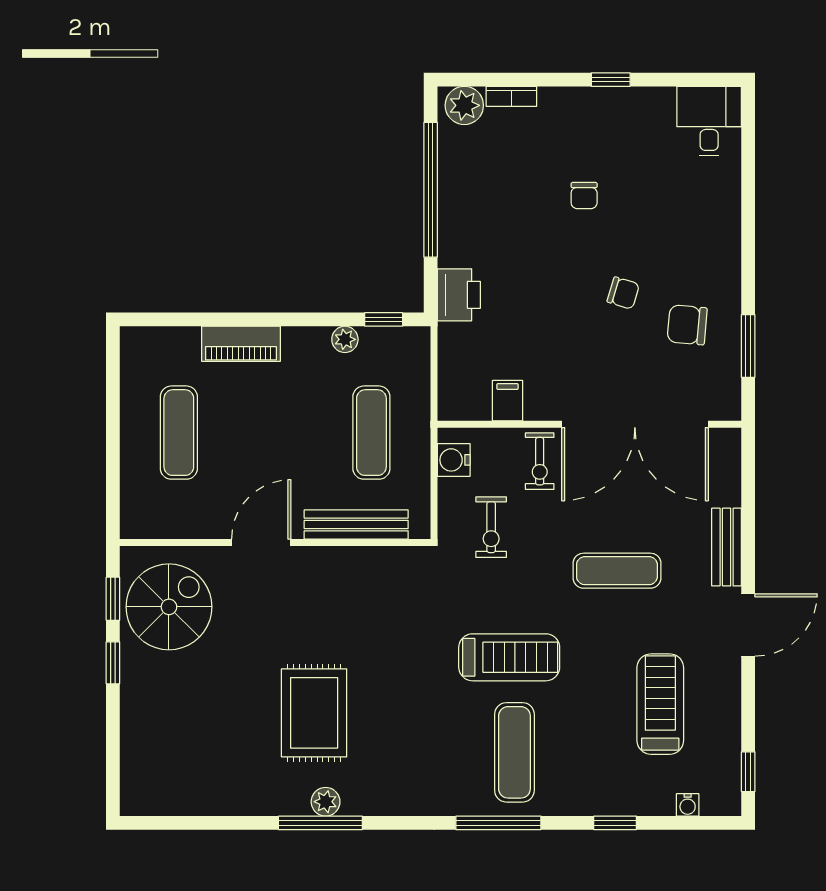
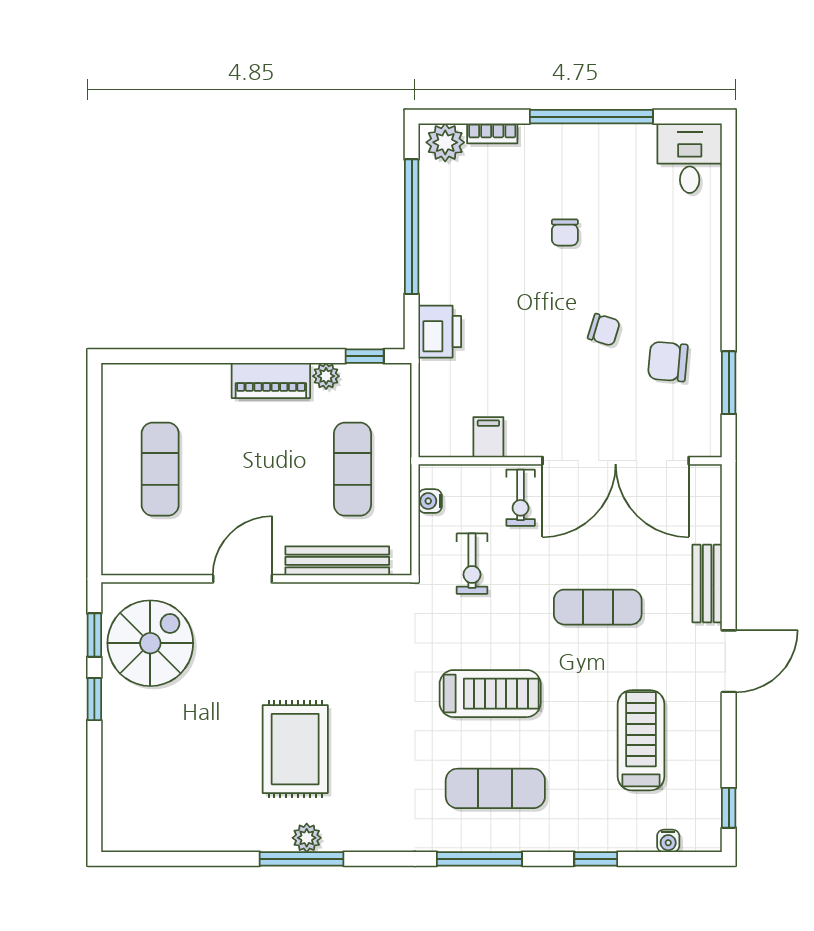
window: (611, 80) -> (591, 117), width x3.17
piano: (241, 344) -> (271, 380), moved
water cooler: (454, 460) -> (430, 501), width x0.72, depth x0.72
exercise mat: (514, 752) -> (495, 788), turned 90

